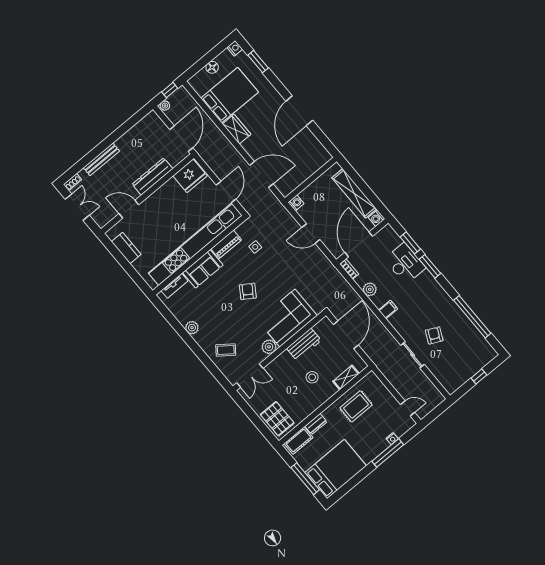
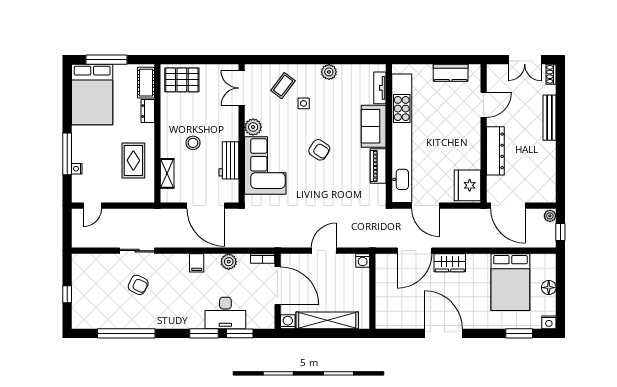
wardrobe: (237, 129) -> (450, 263), moved
side table: (255, 247) -> (304, 103), moved

